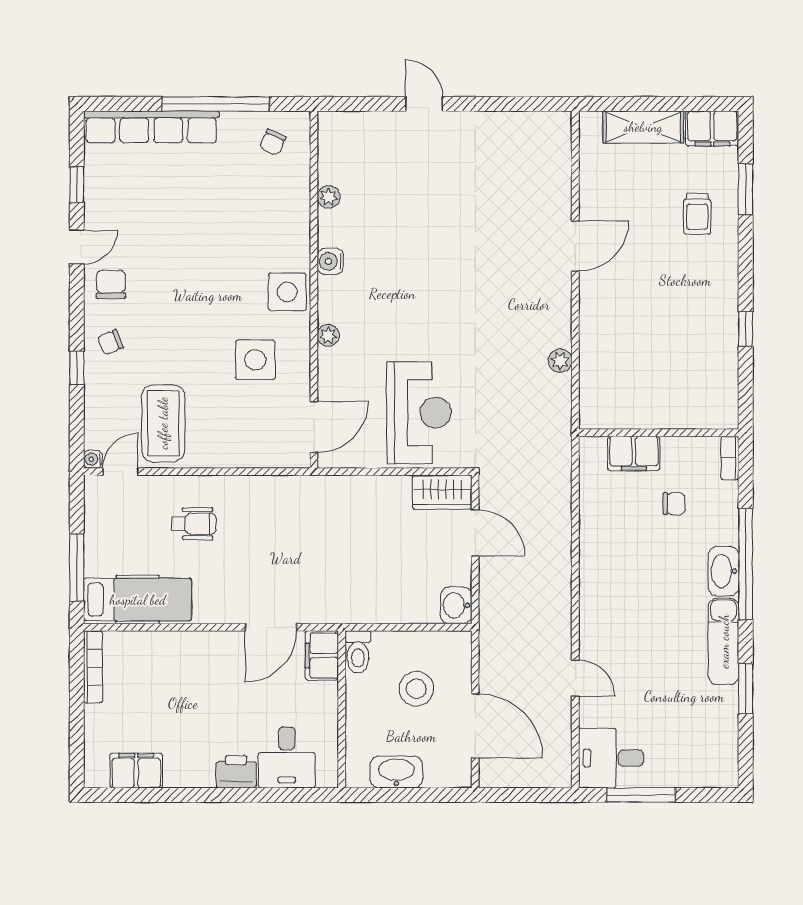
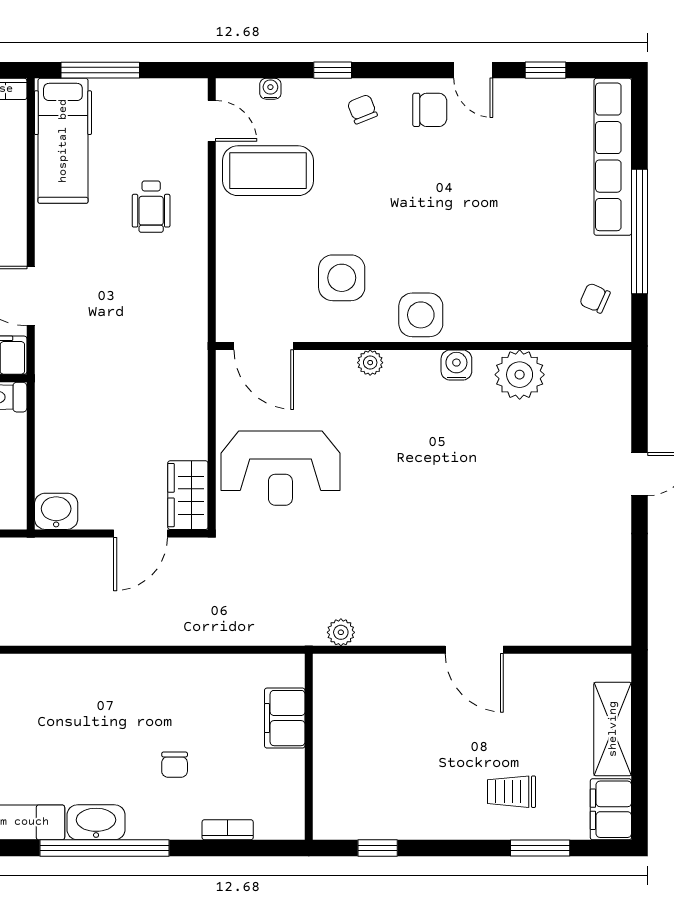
plant: (329, 197) -> (520, 375), width x1.87, depth x1.87
wall: (659, 433) -> (309, 747), moved
filing cabinet: (634, 453) -> (285, 718), moved
water cooler: (93, 459) -> (270, 89), moved

